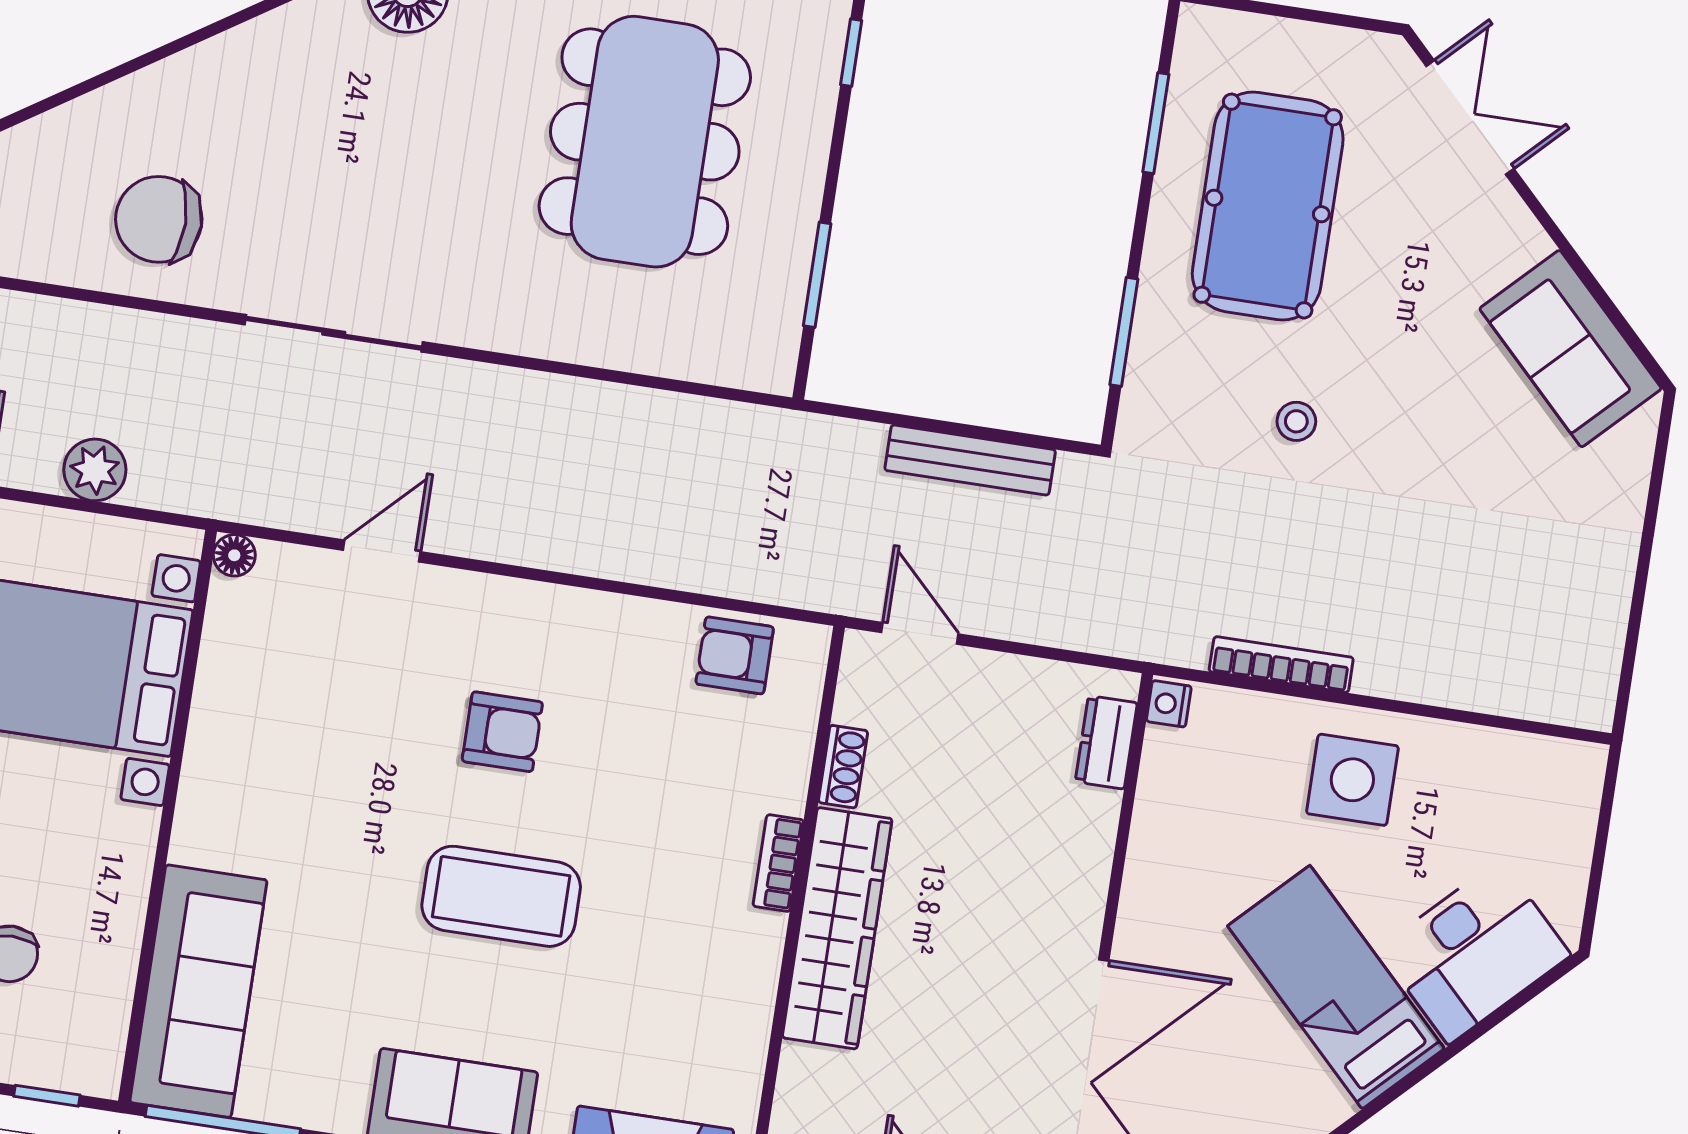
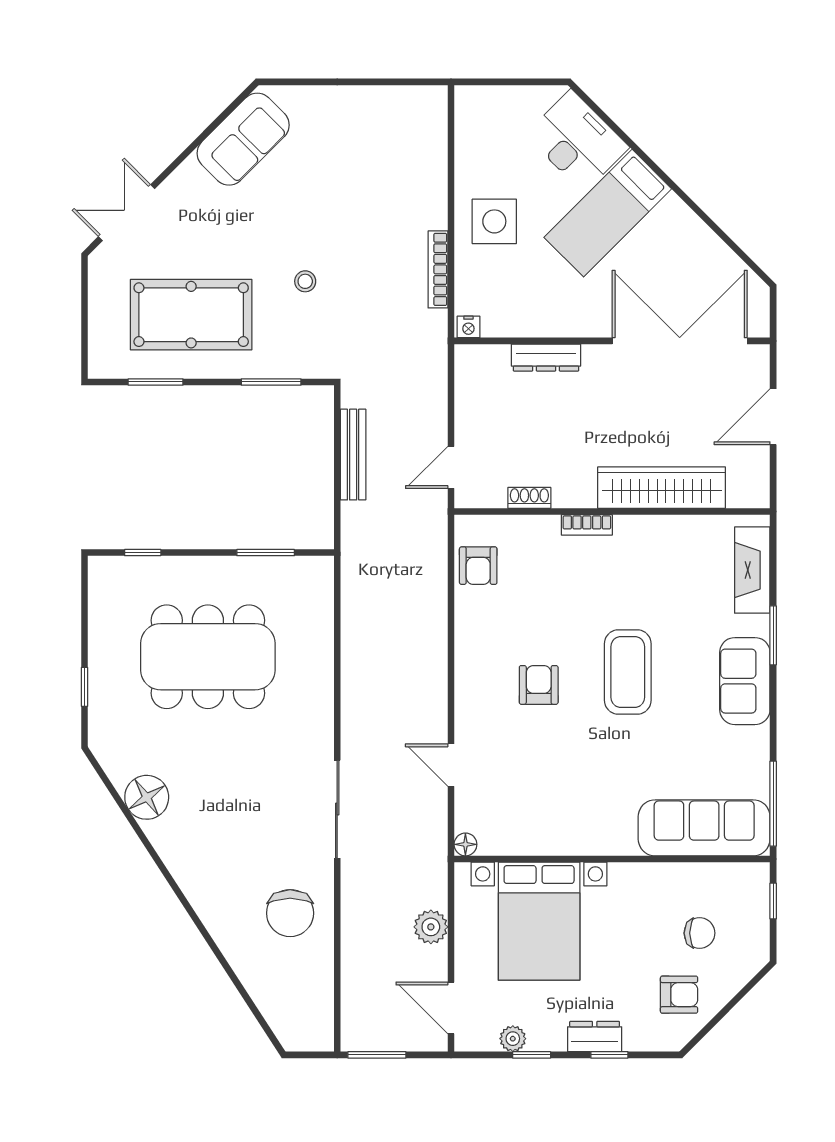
dresser: (1106, 742) -> (546, 358), moved, width x1.44
wardrobe: (837, 928) -> (662, 488), moved

